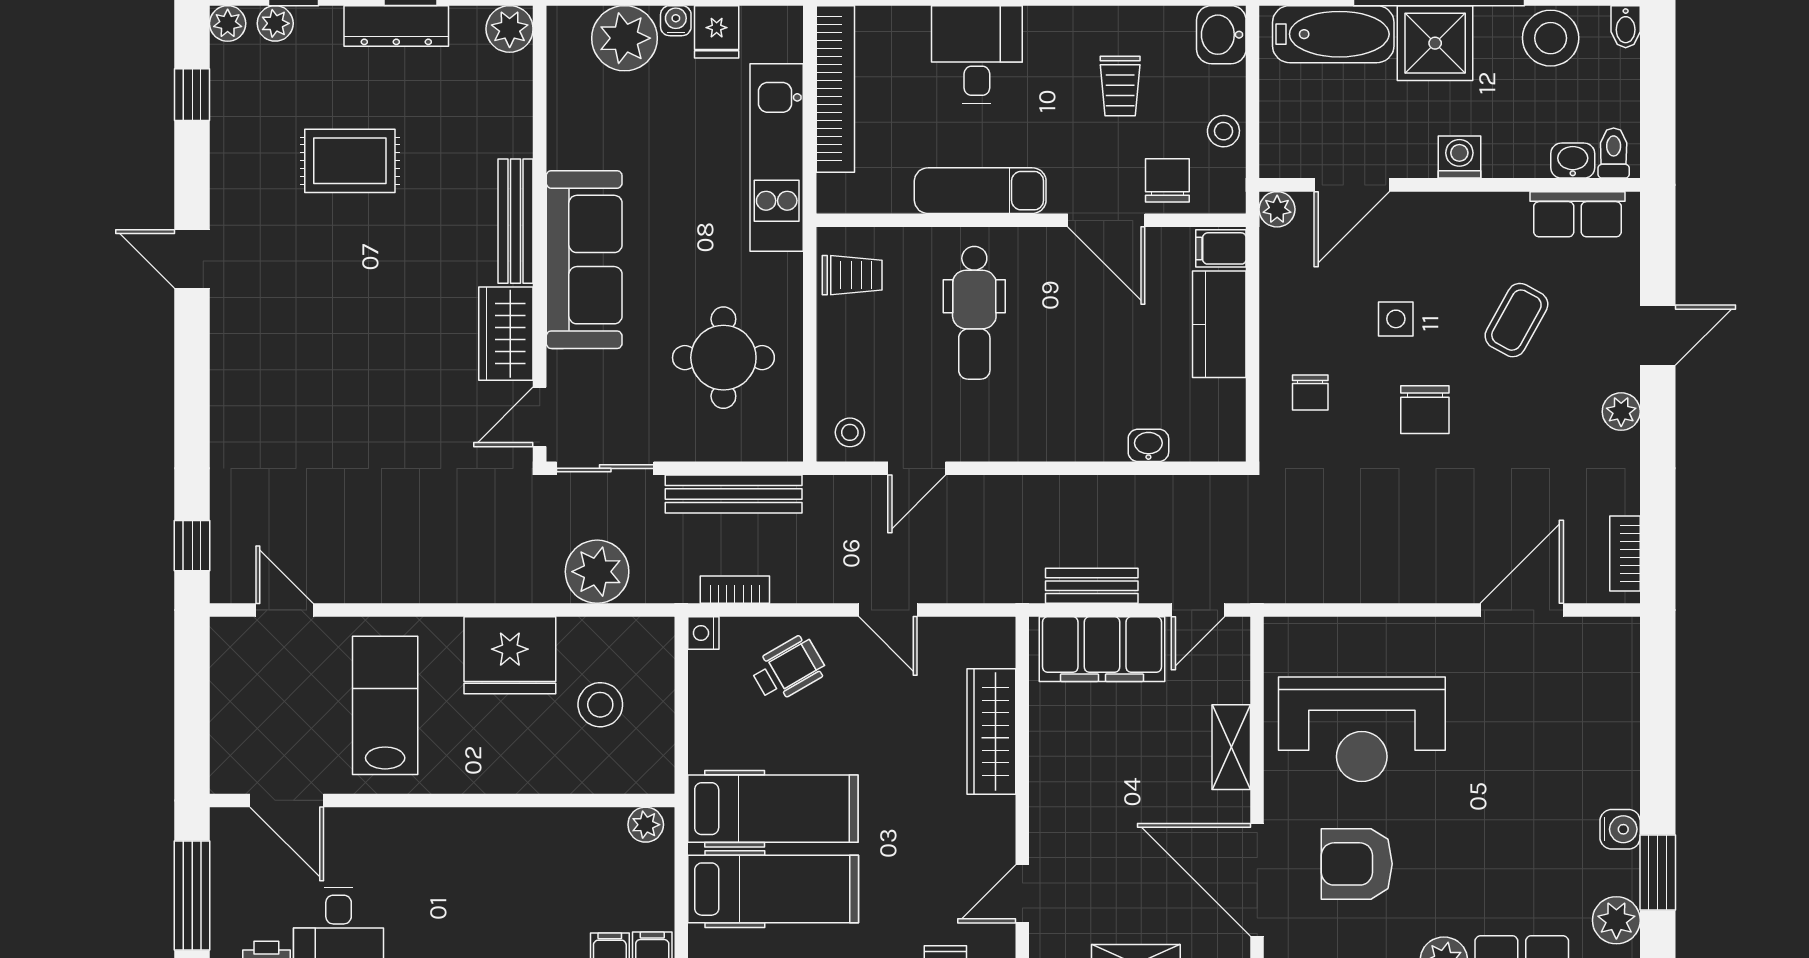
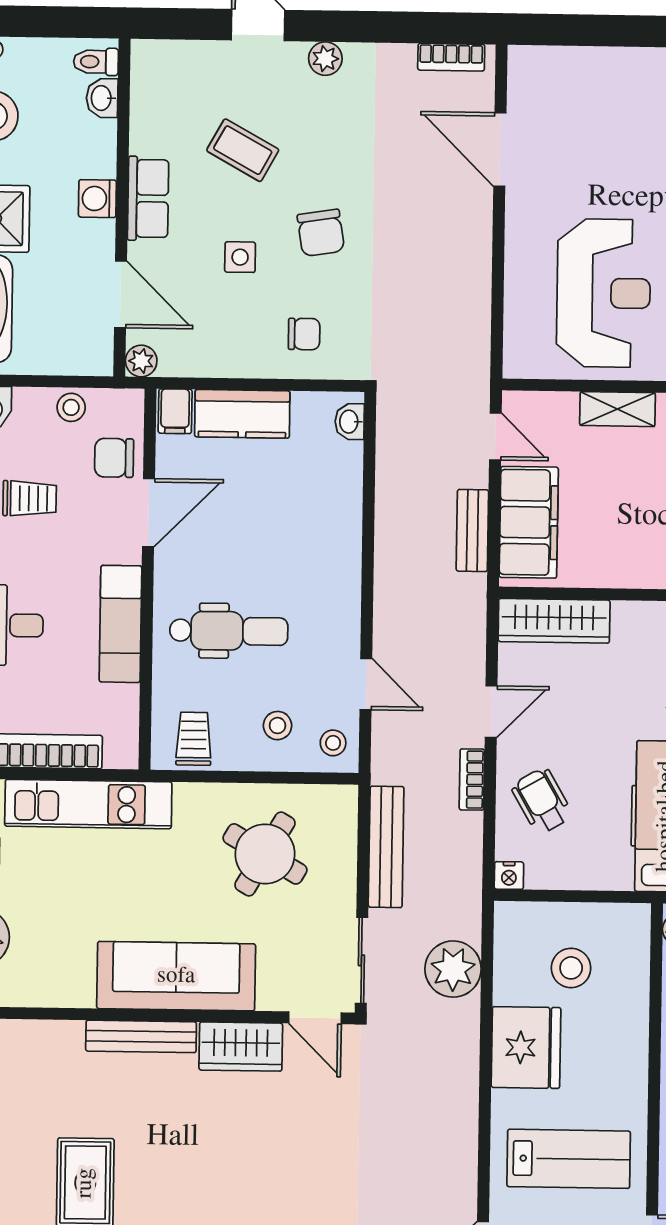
row of seats: (1578, 214) -> (148, 198), moved
round table: (723, 358) -> (265, 854), turned 30
stool: (868, 369) -> (278, 726), added
chair: (1425, 410) -> (321, 233), turned 81
washbasin: (1148, 445) -> (350, 422), moved
bookcase: (735, 590) -> (472, 779), moved
lab bench: (385, 705) -> (569, 1159), turned 180
wardrobe: (991, 731) -> (554, 621), moved

